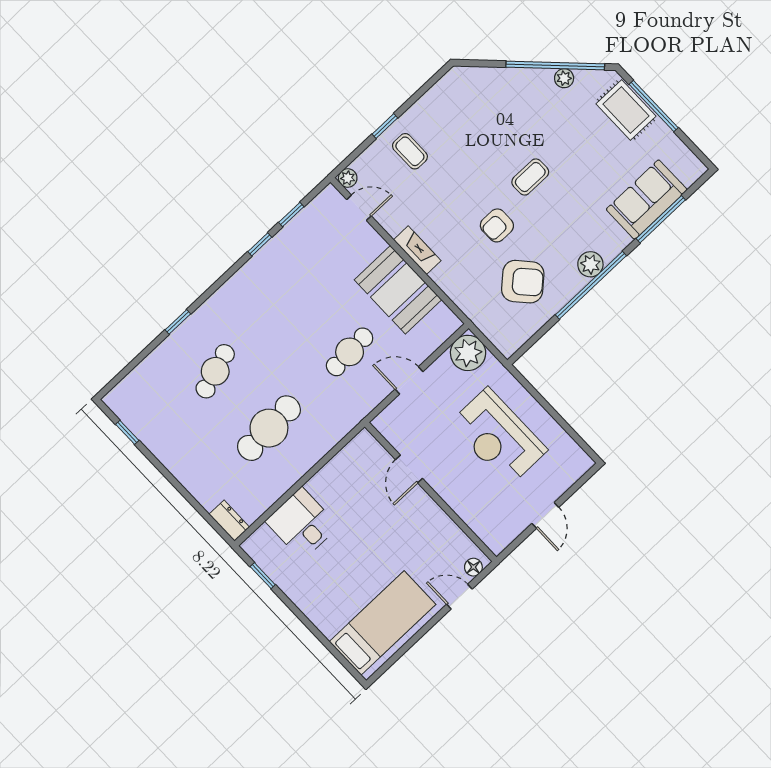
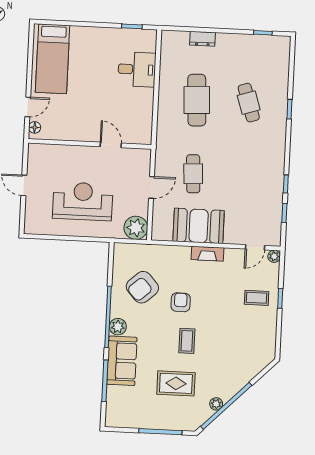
rug: (626, 110) -> (176, 383), moved
sofa: (647, 200) -> (122, 361), moved
dresser: (229, 521) -> (203, 39), moved

